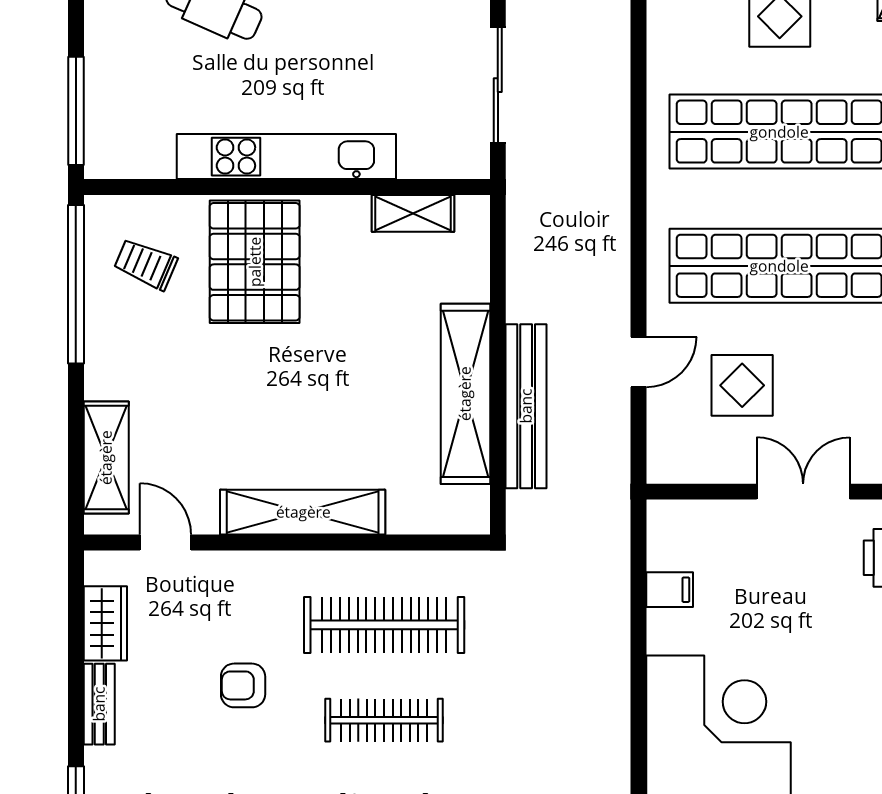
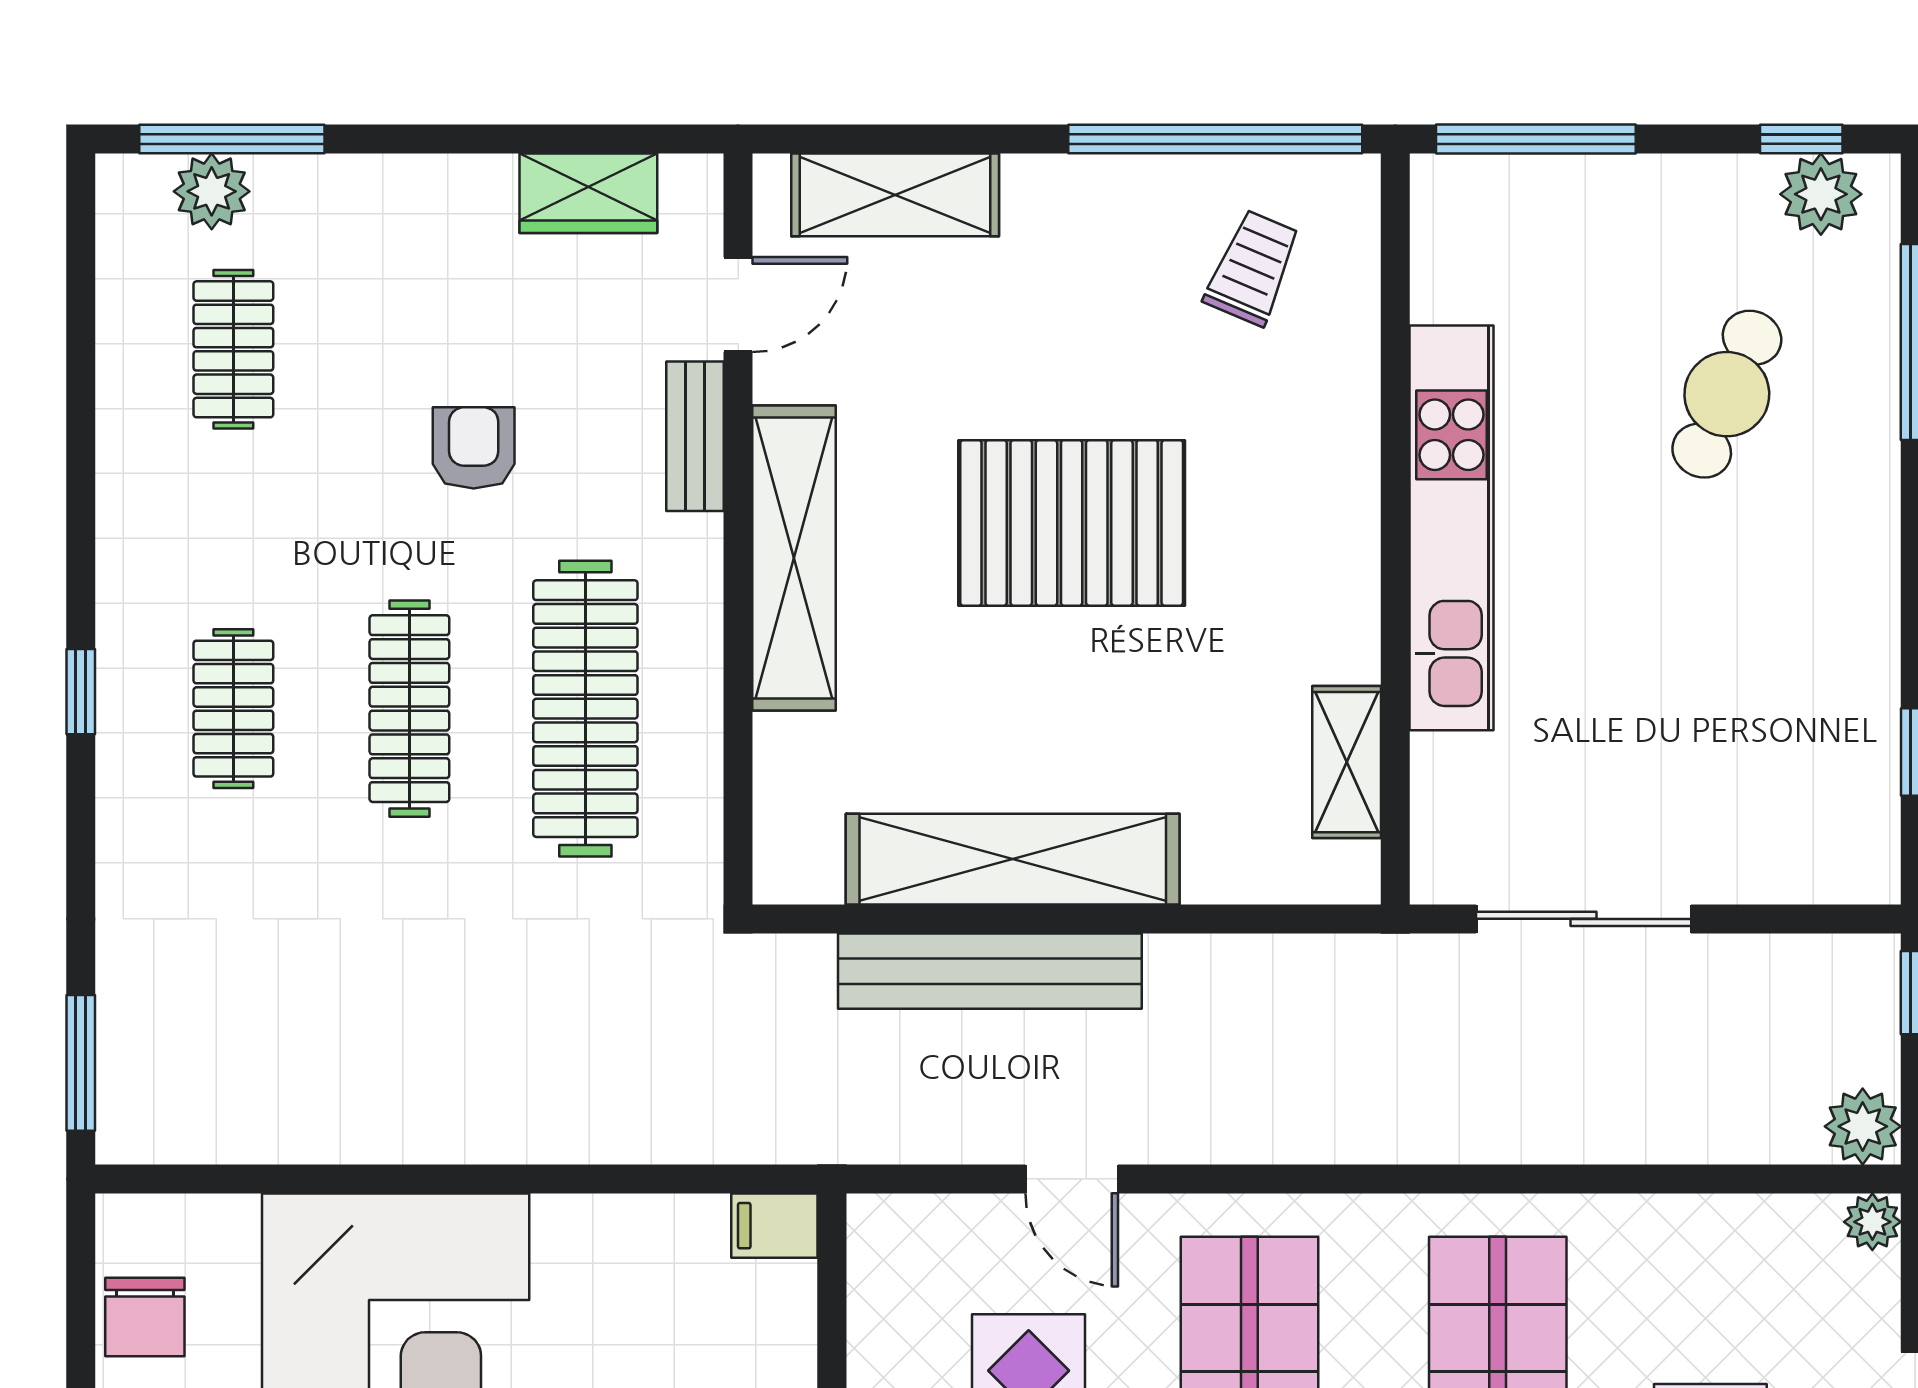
pallet: (255, 262) -> (1072, 523), moved
filing cabinet: (670, 590) -> (774, 1226), moved, turned 90
bench: (99, 704) -> (695, 436), moved, turned 90

